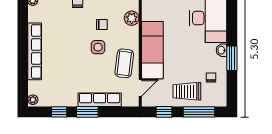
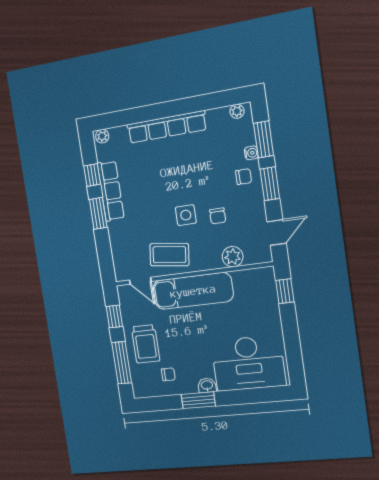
trolley: (187, 91) -> (146, 344), turned 180
row of seats: (100, 100) -> (111, 191), moved

